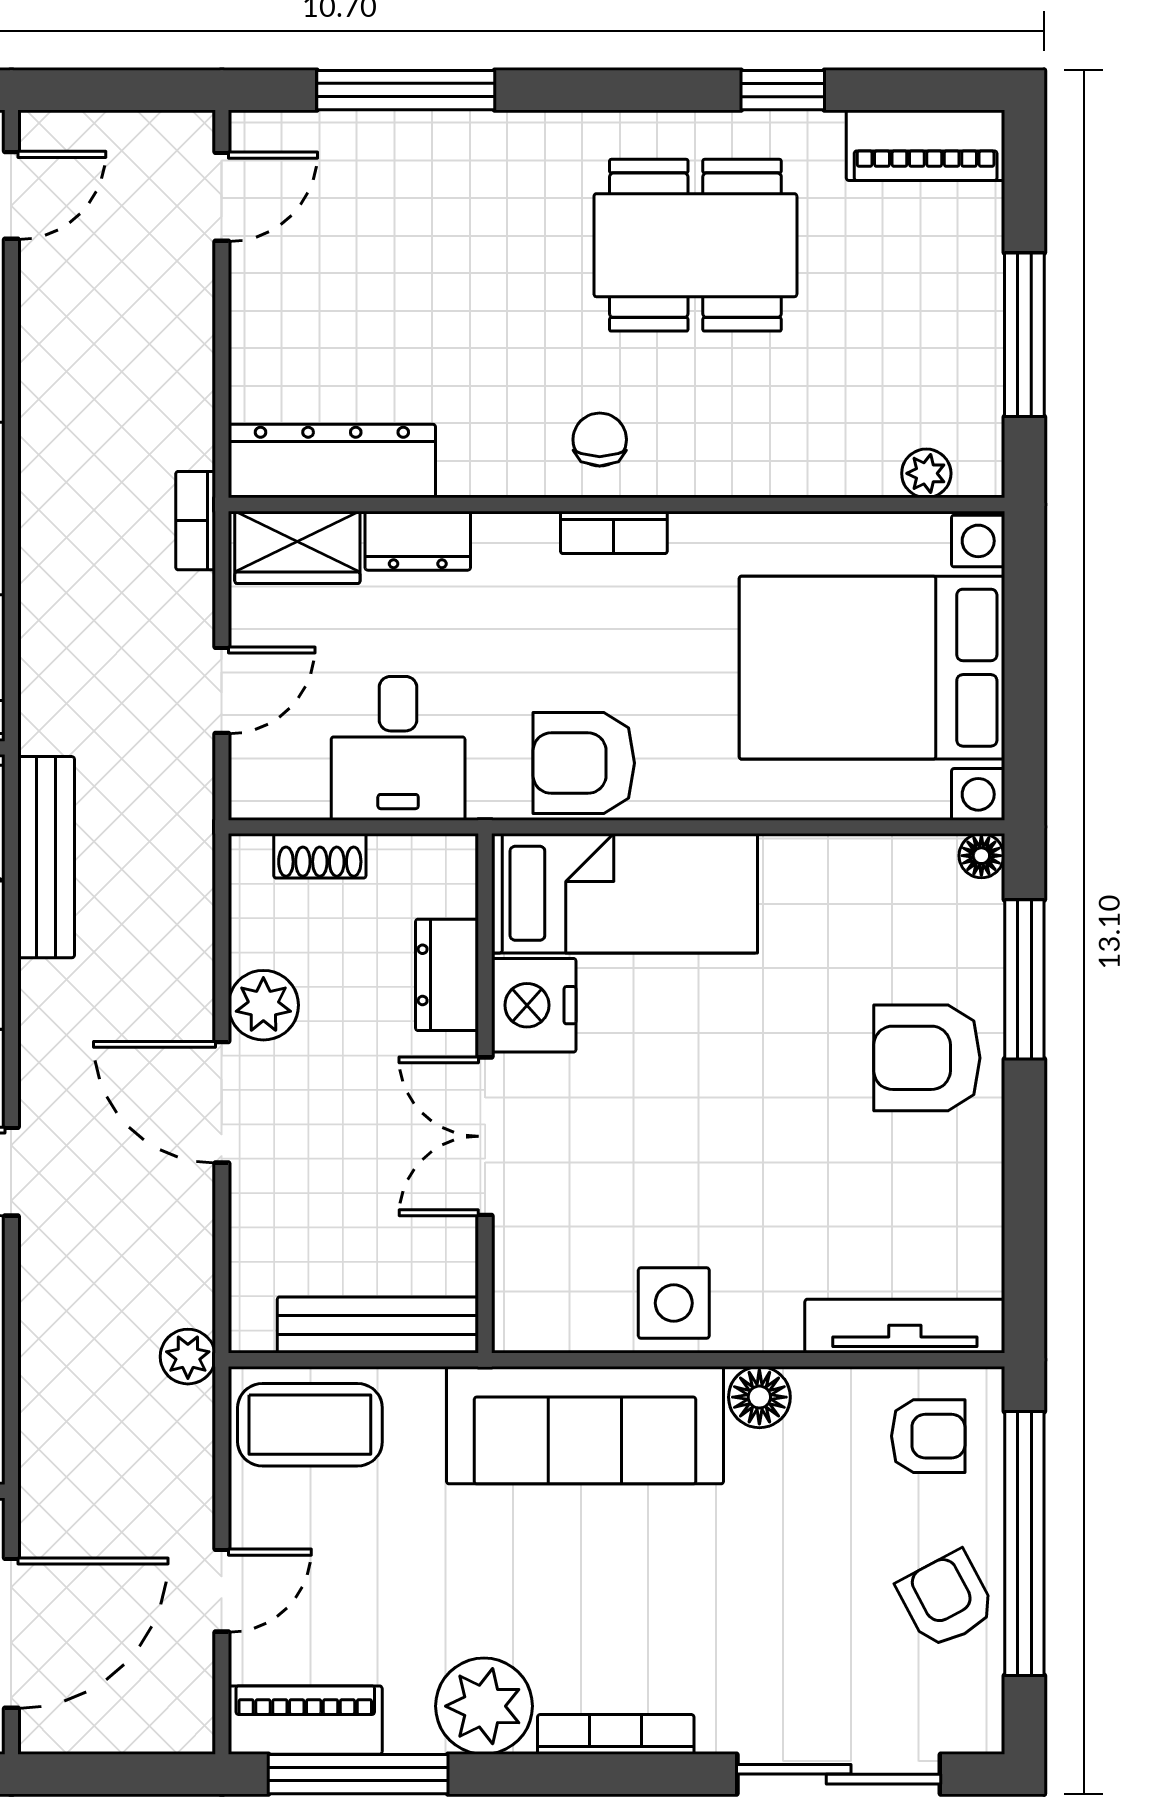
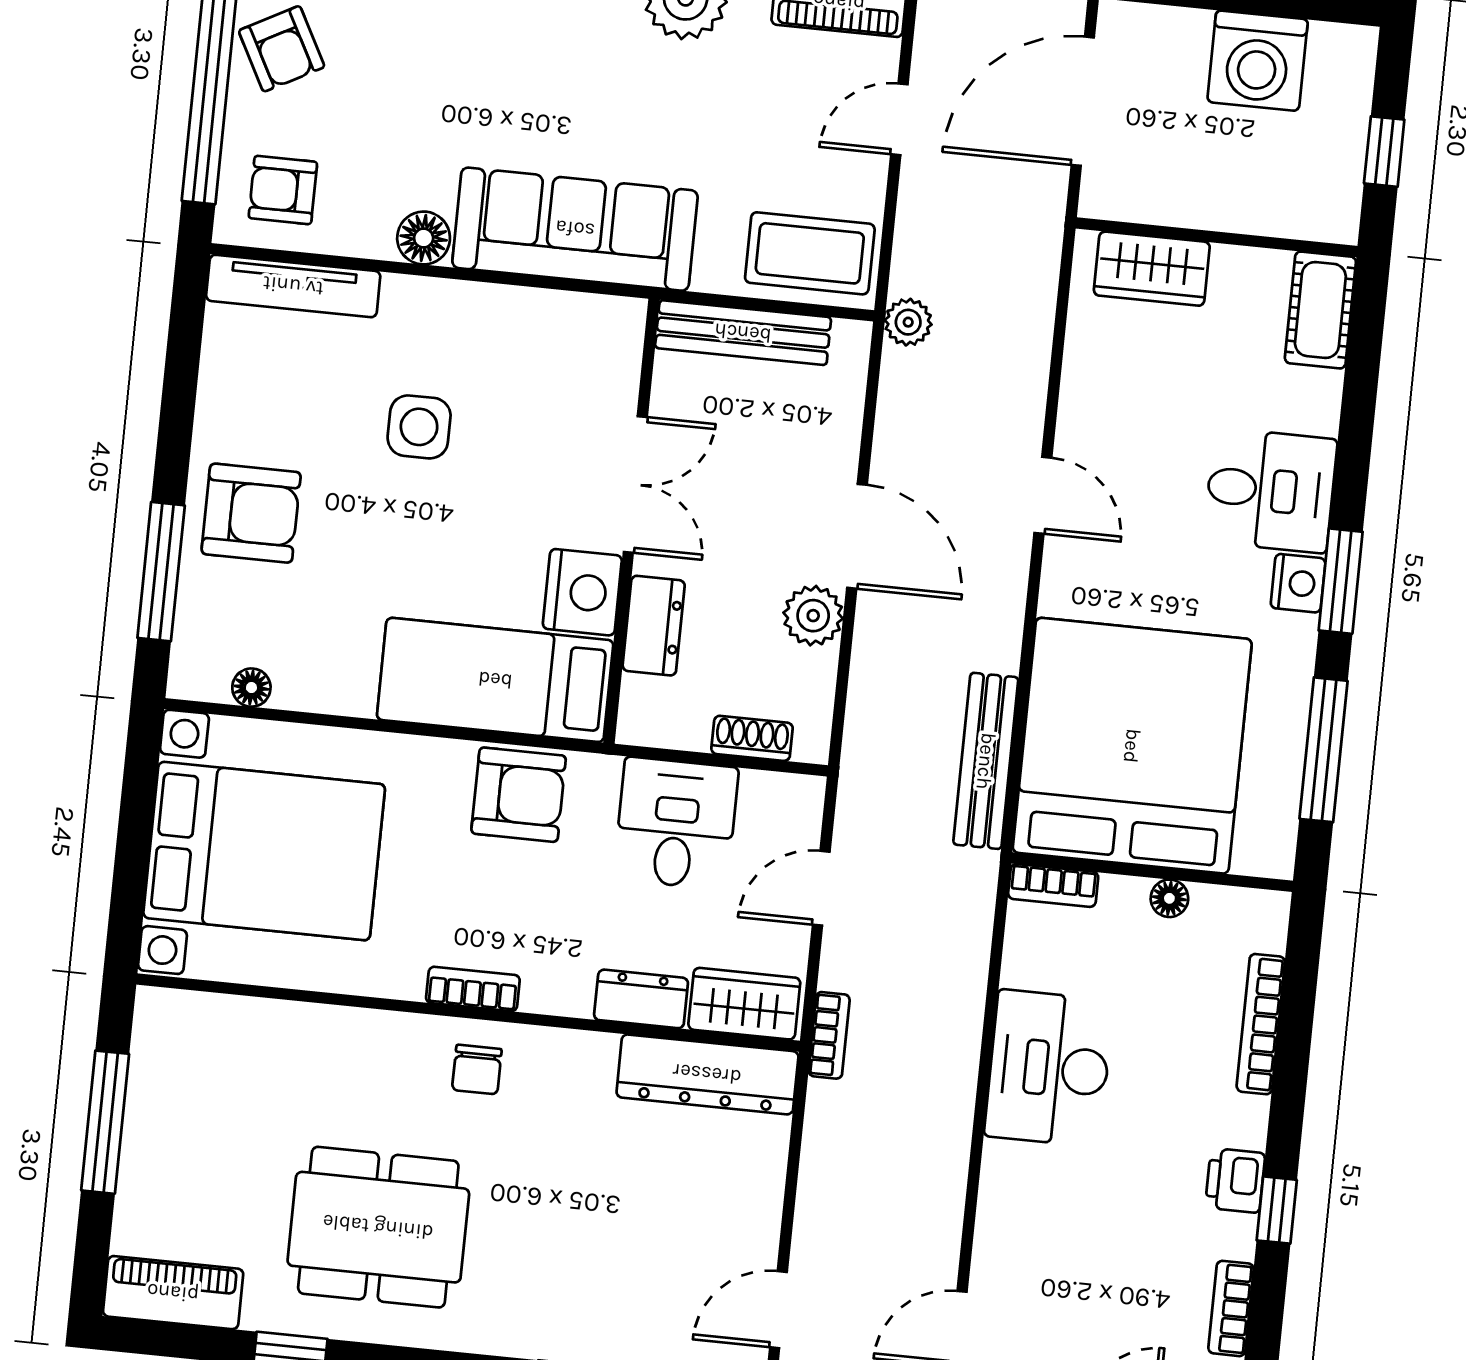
plant: (926, 473) -> (201, 1012), removed
floor lamp: (981, 856) -> (251, 688), moved
side table: (674, 1303) -> (419, 427), moved

